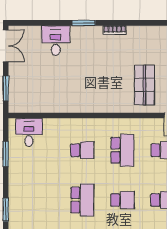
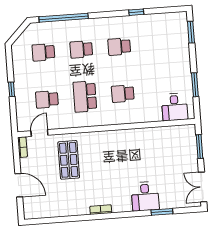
window: (84, 23) -> (162, 212), moved
desk: (56, 41) -> (145, 196), moved
school desk: (82, 200) -> (119, 47), width x0.54

